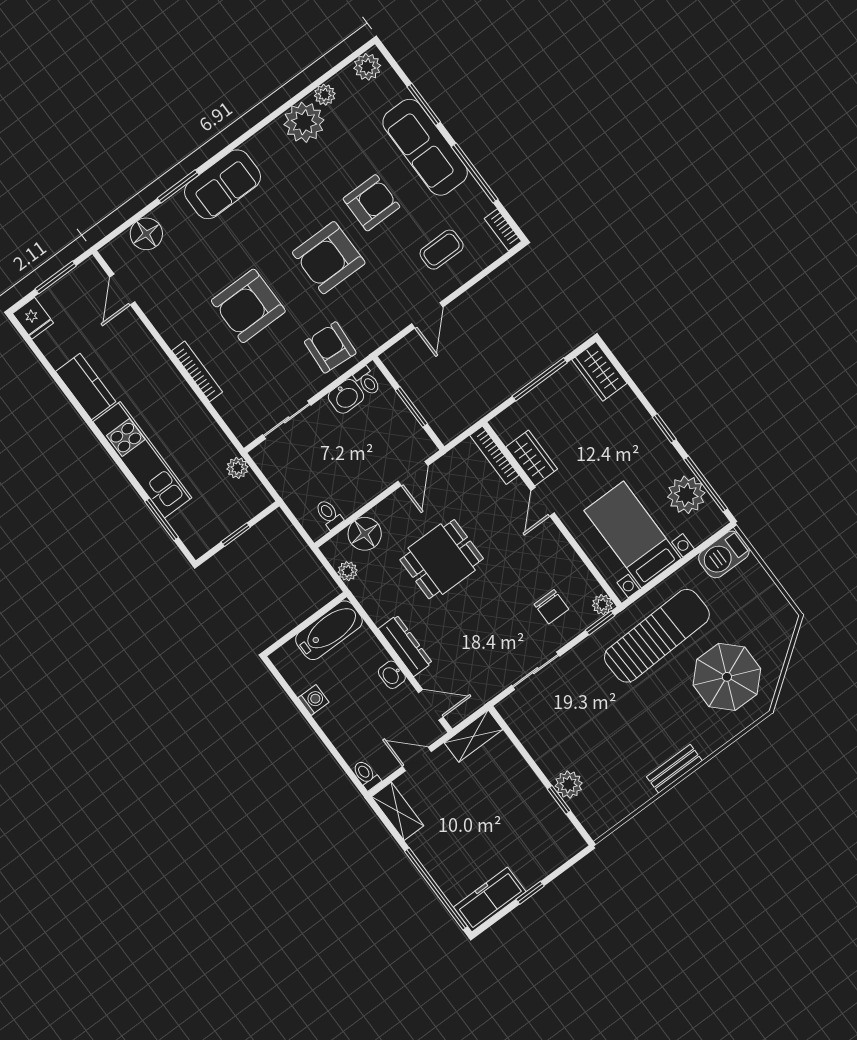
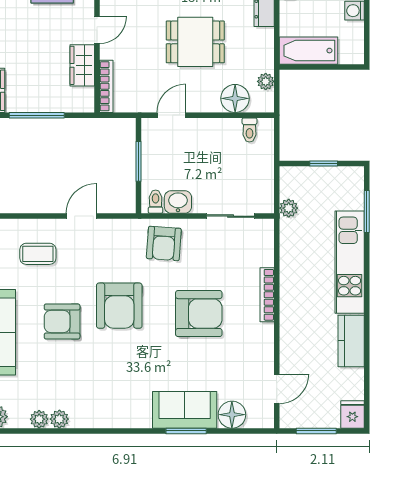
plant: (304, 122) -> (59, 419), width x0.53, depth x0.53
sofa: (223, 184) -> (185, 410), moved
armchair: (329, 258) -> (119, 306), turned 90

